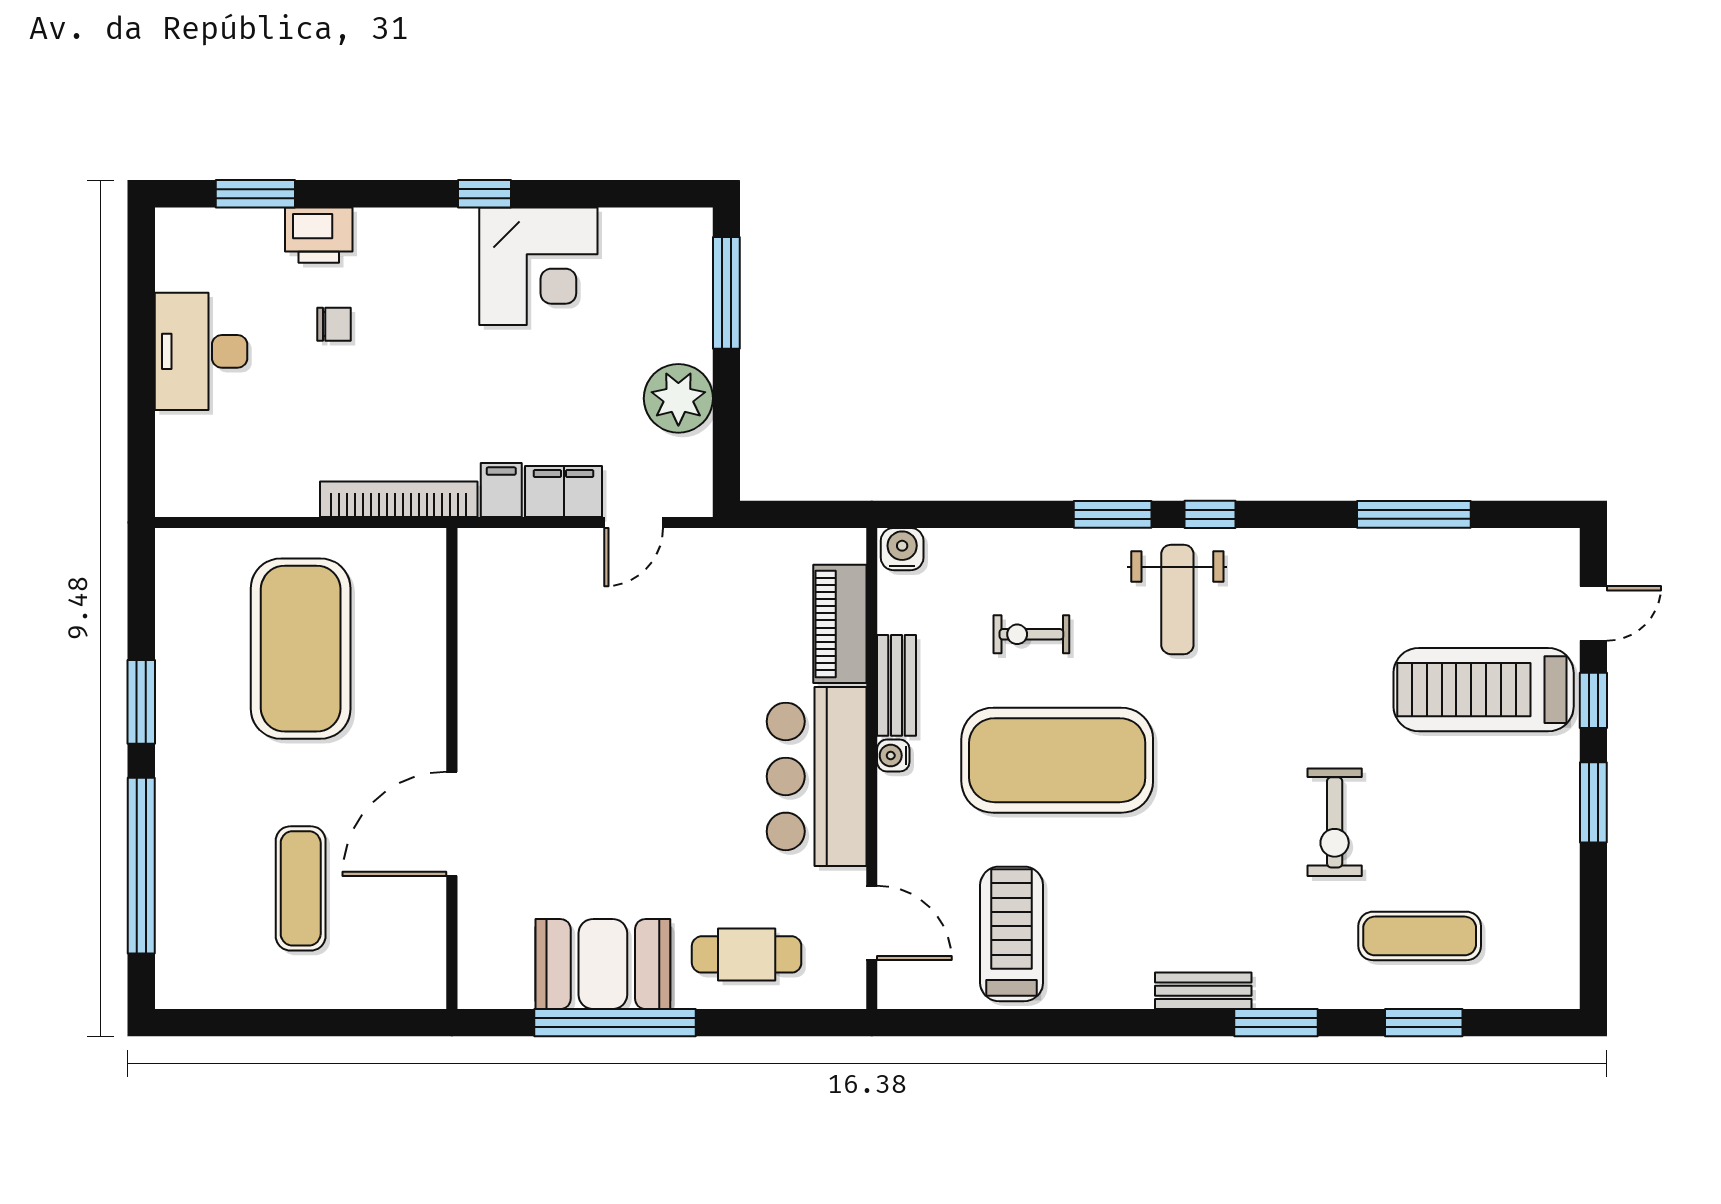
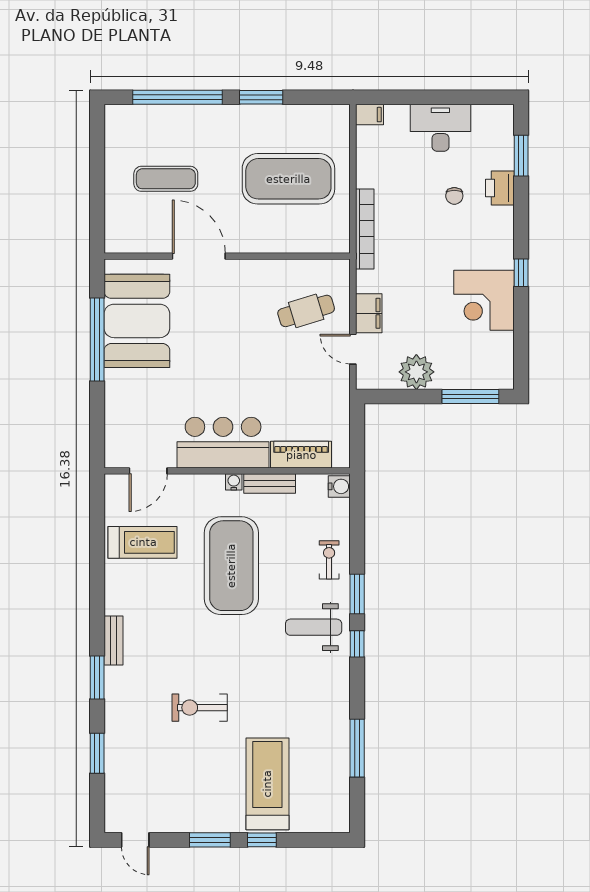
filing cabinet: (501, 490) -> (370, 115), moved
door: (1593, 613) -> (135, 840), moved
exercise bike: (1031, 634) -> (329, 560), moved
exercise mat: (1420, 936) -> (141, 751), removed
cafe table: (747, 954) -> (306, 311), moved, turned 73
booth: (603, 964) -> (137, 321), width x1.36, depth x1.42

